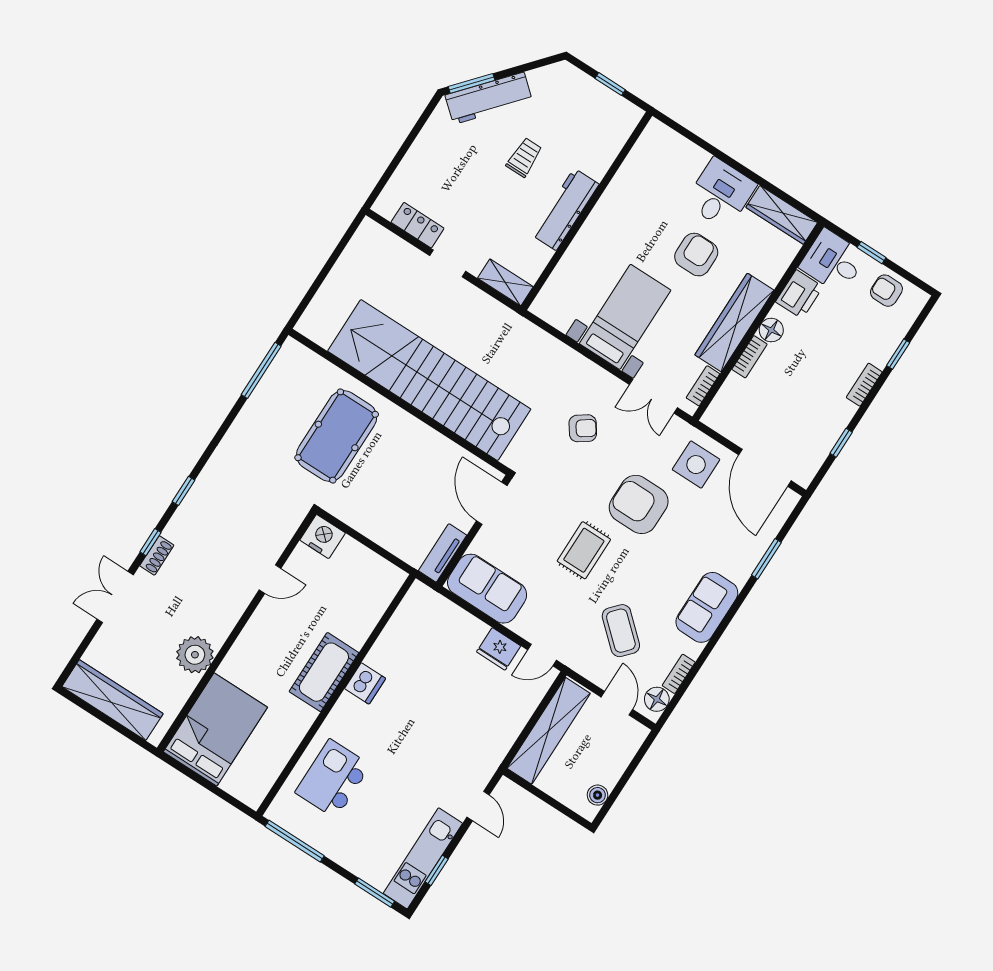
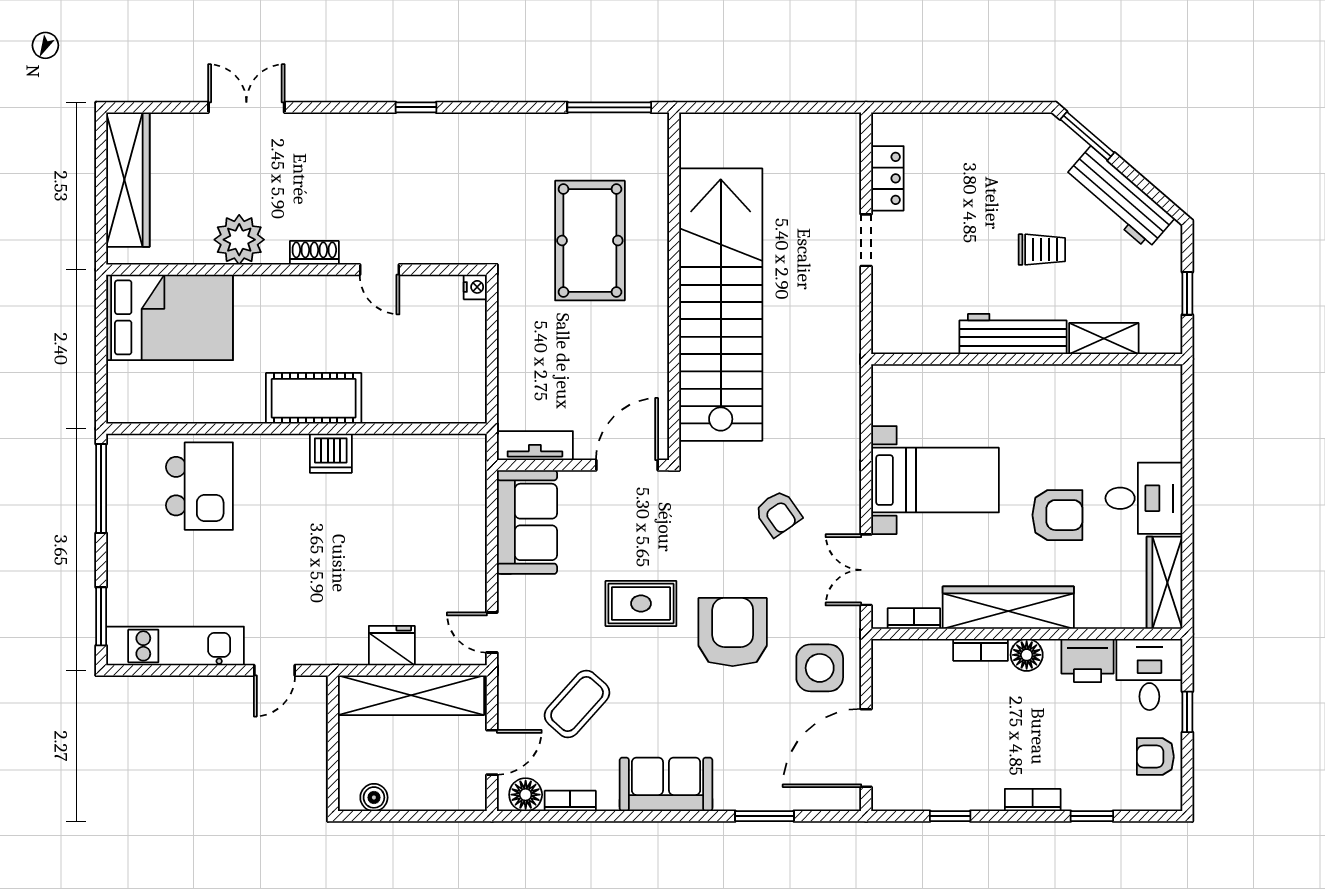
workbench: (489, 98) -> (1119, 198), moved
shelving: (505, 282) -> (1104, 338), moved, turned 90
armchair: (886, 291) -> (1155, 757), turned -90
pool table: (337, 436) -> (590, 241), turned 90
nightstand: (323, 536) -> (475, 287), width x0.53, depth x0.56
window: (150, 542) -> (334, 107), removed
shoe rack: (157, 555) -> (314, 253), moved, turned 180
fridge: (499, 649) -> (392, 646), moved, turned 90
kitchen island: (333, 779) -> (199, 486), turned 90
window: (437, 870) -> (171, 670), removed

